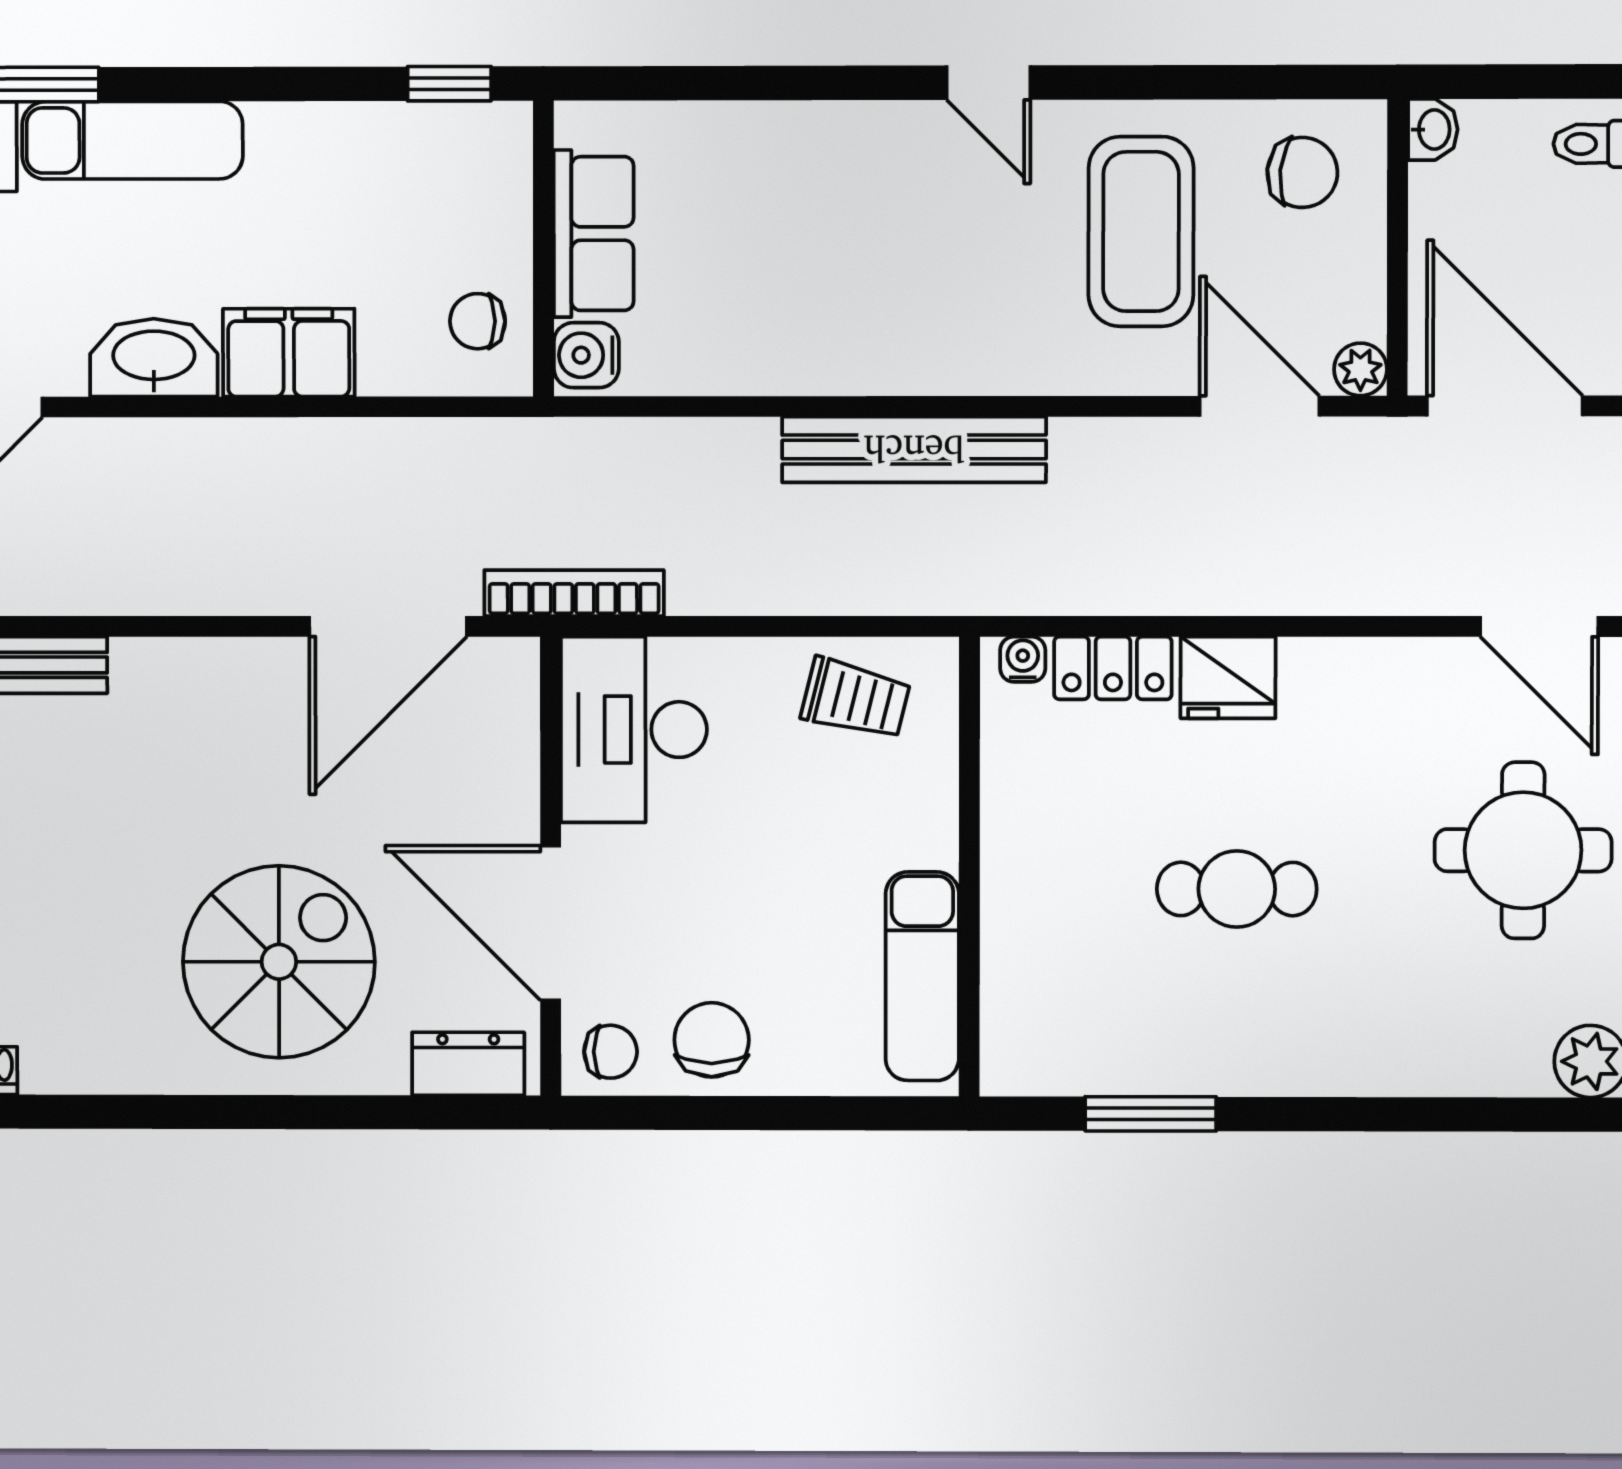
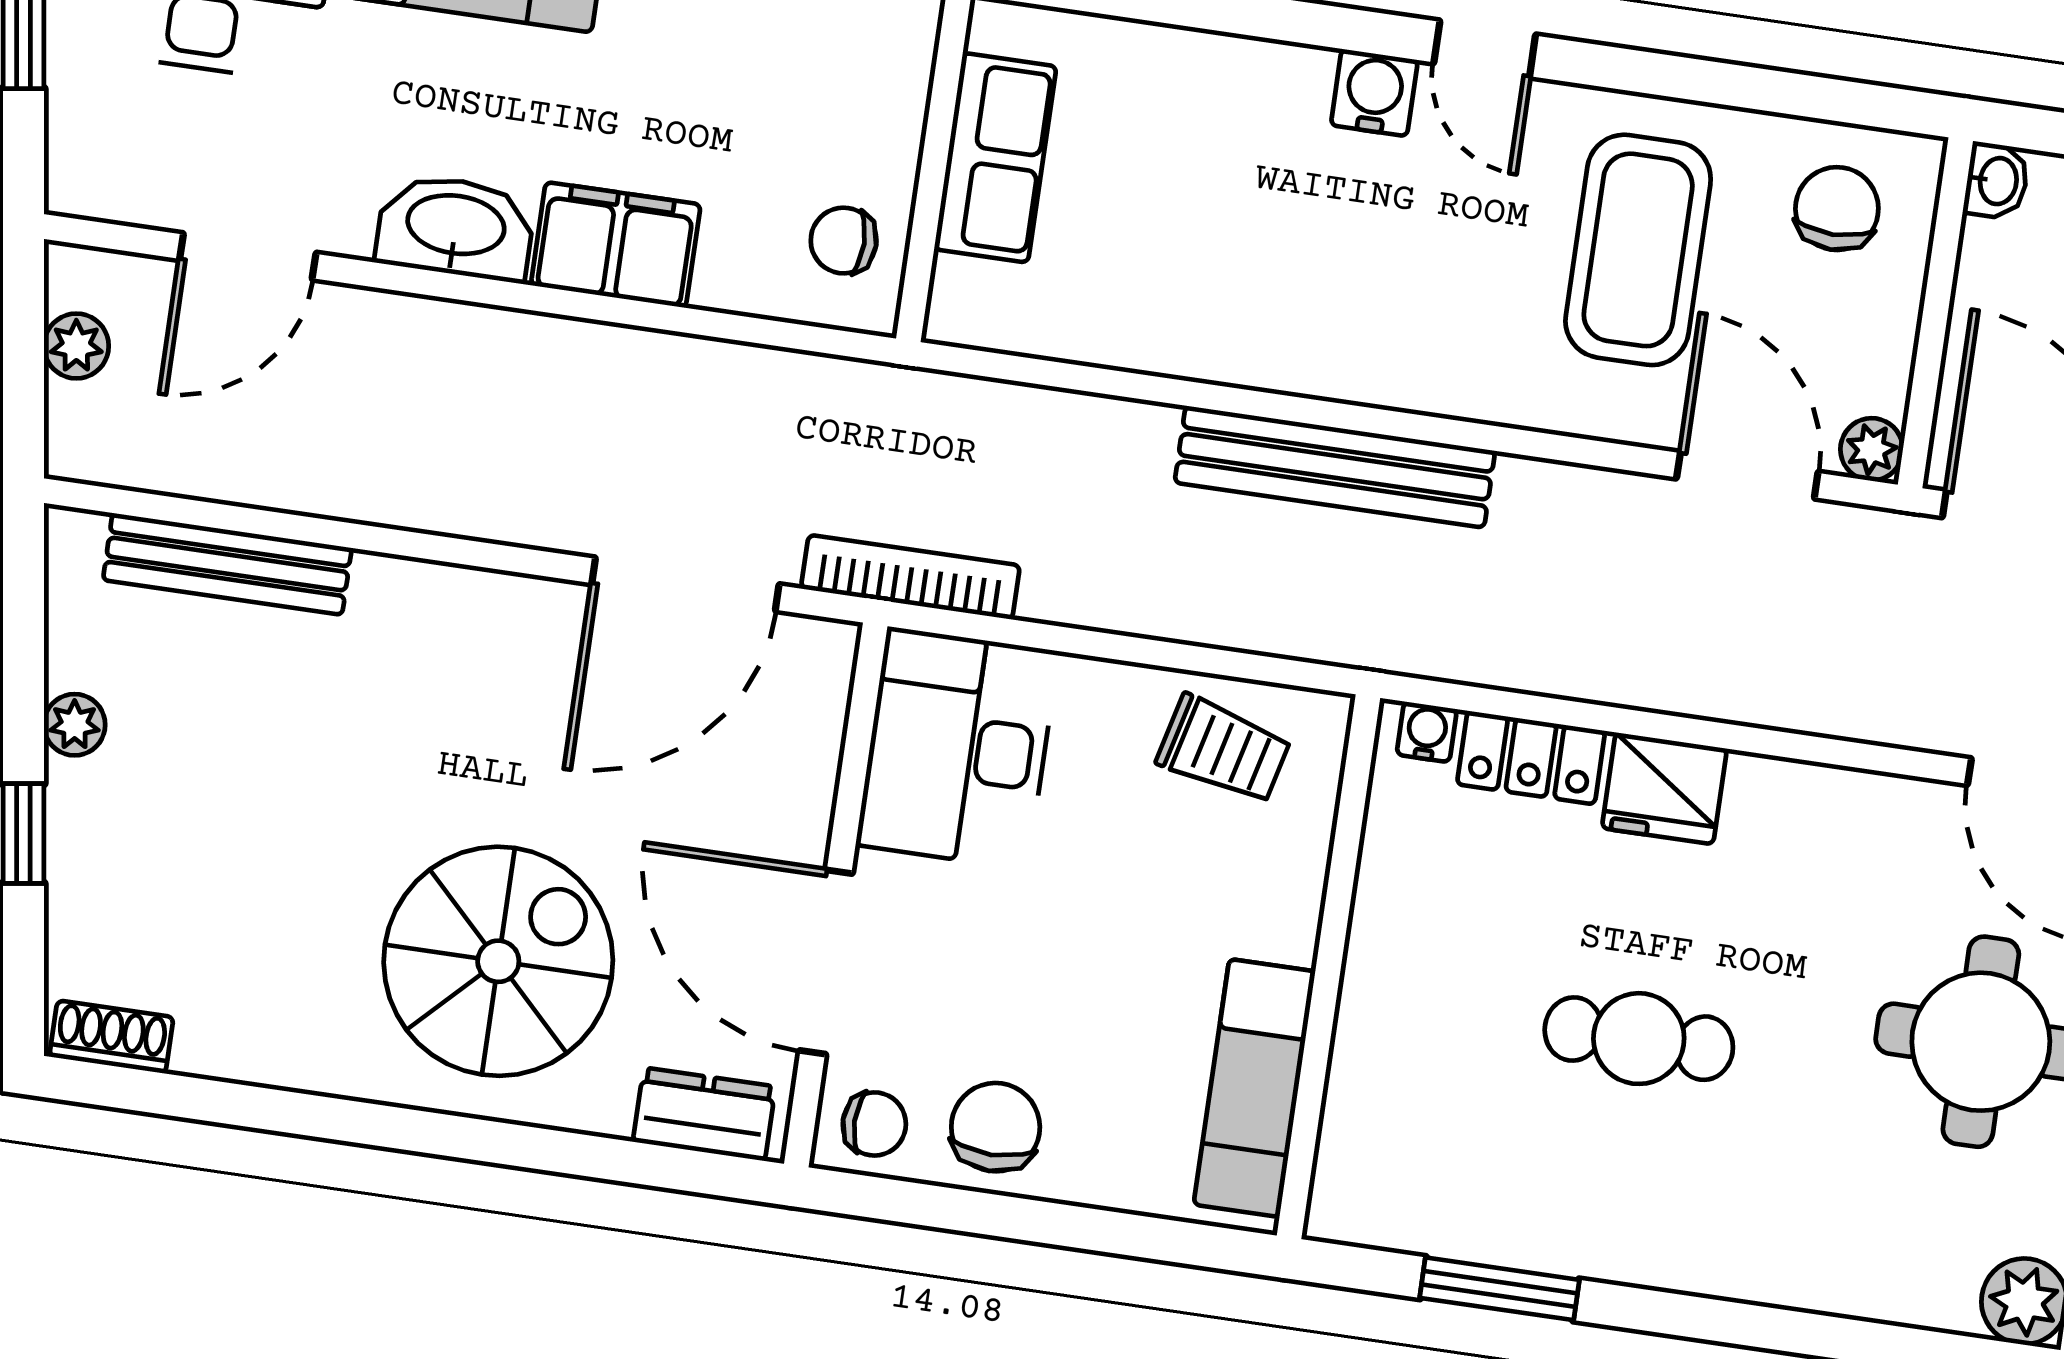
chair: (1302, 172) -> (1837, 209), turned -96
water cooler: (586, 355) -> (1374, 93), moved, turned 90

